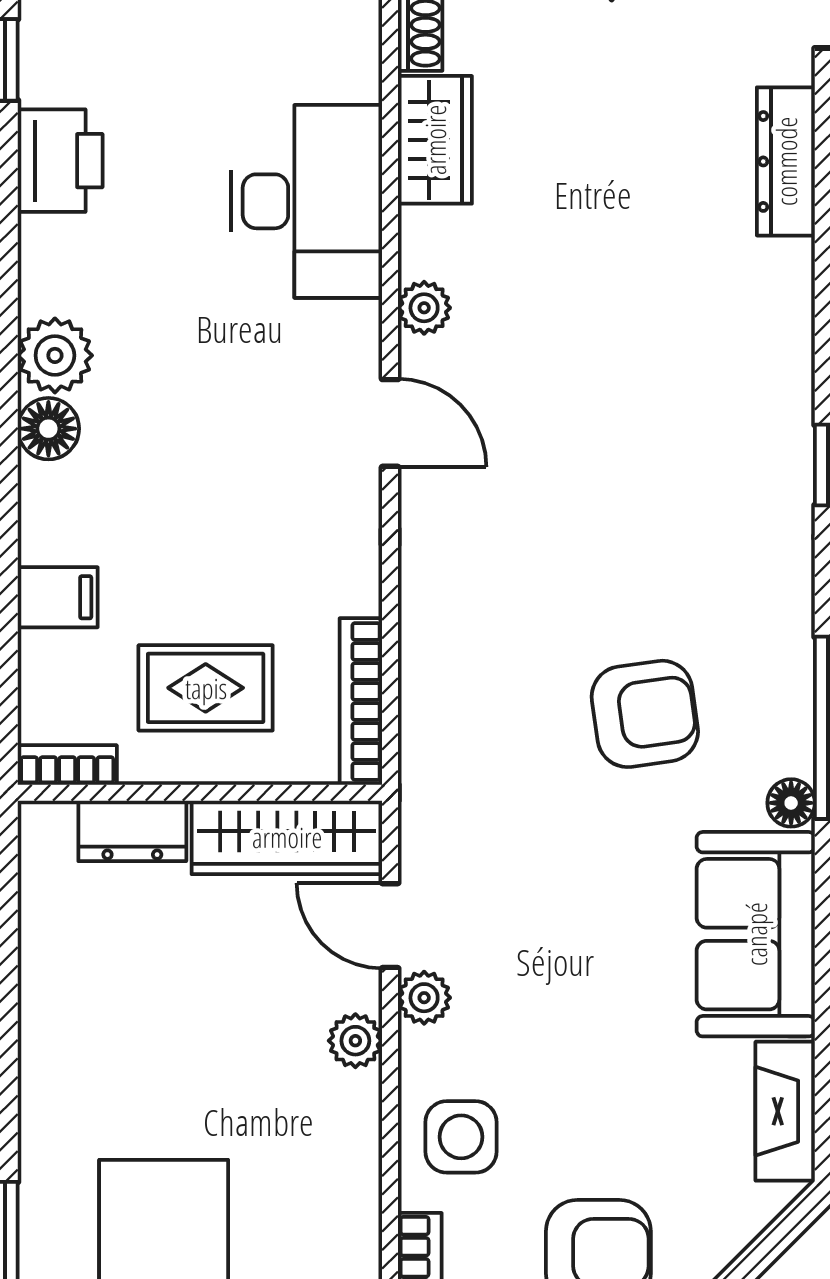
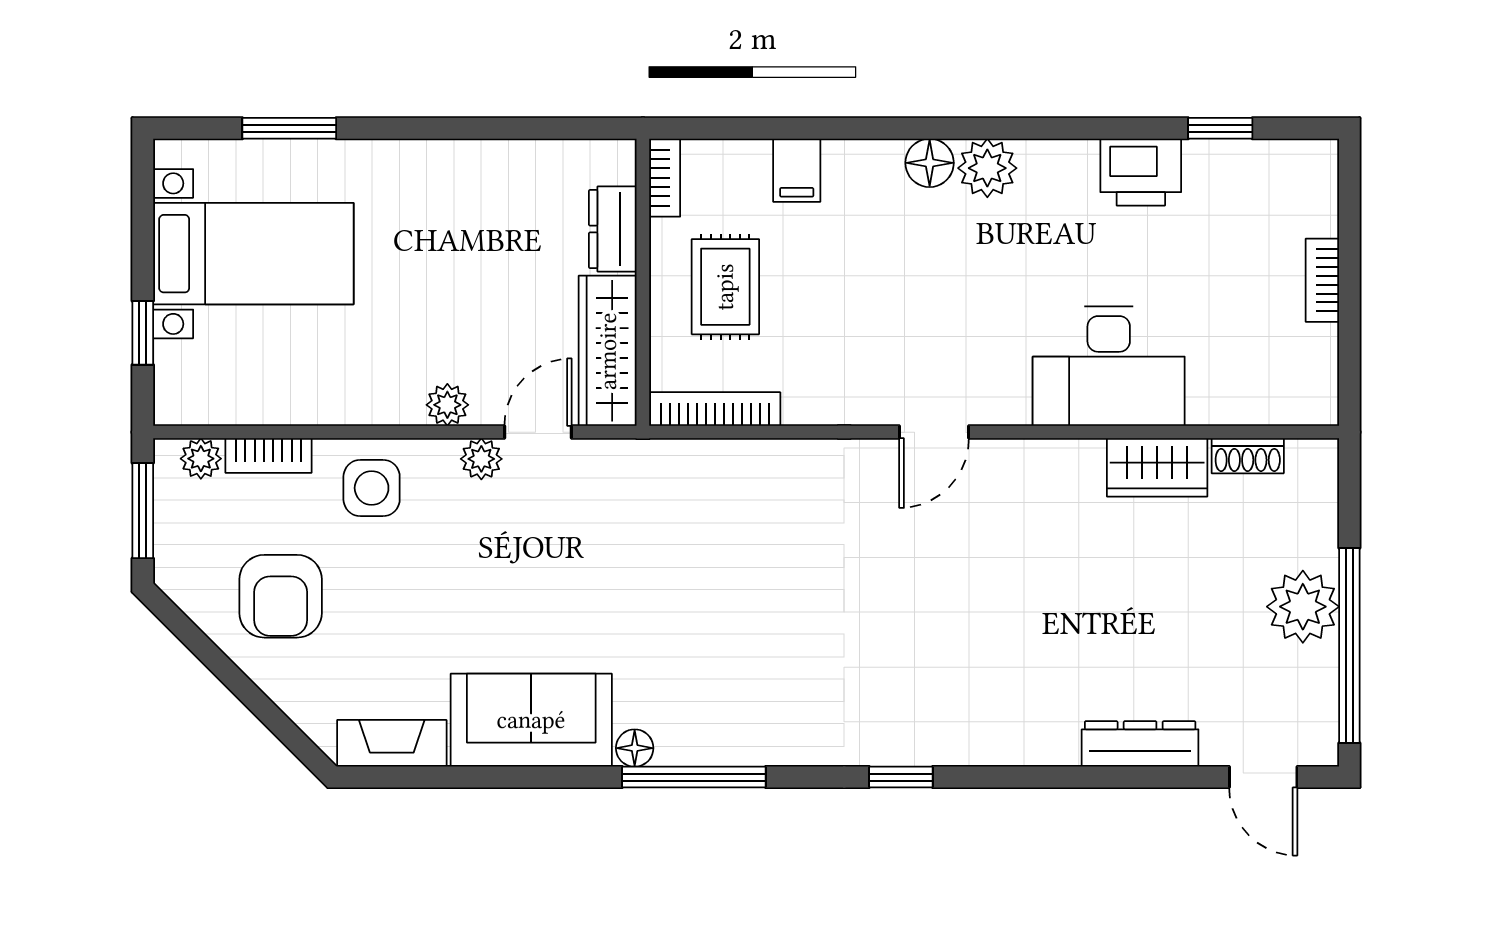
plant: (424, 308) -> (1025, 459), removed
armchair: (645, 714) -> (705, 633), removed

